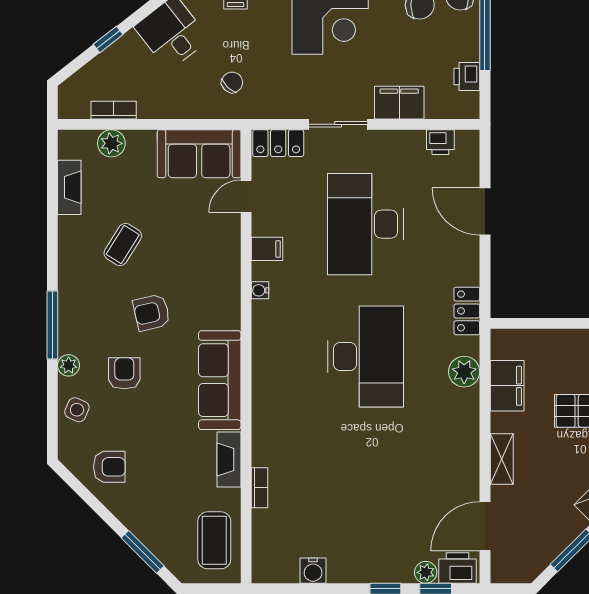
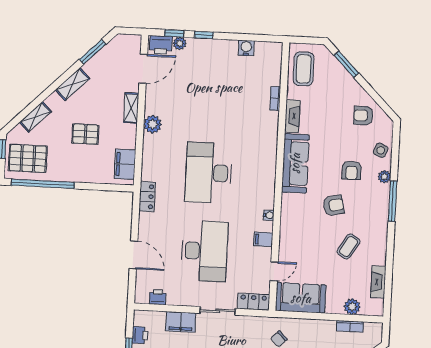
plant: (464, 372) -> (153, 124), moved
filing cabinet: (507, 386) -> (125, 164), moved

